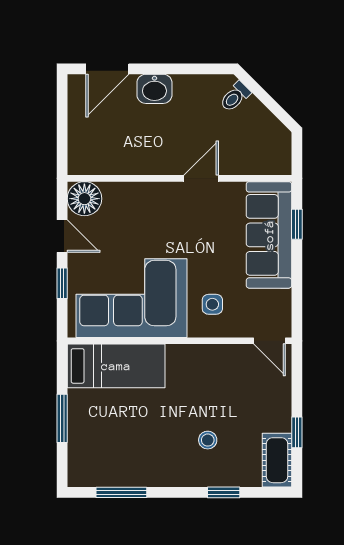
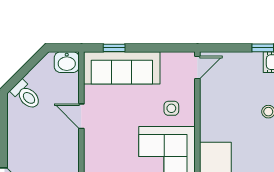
washbasin: (154, 89) -> (67, 62), moved, turned 90
toilet: (235, 97) -> (26, 95), width x1.37, depth x1.39

